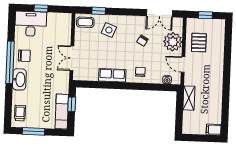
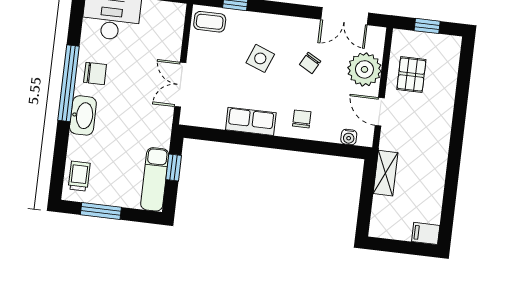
side table: (109, 30) -> (260, 58), moved

